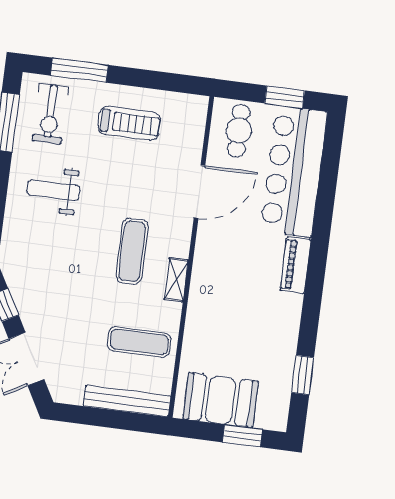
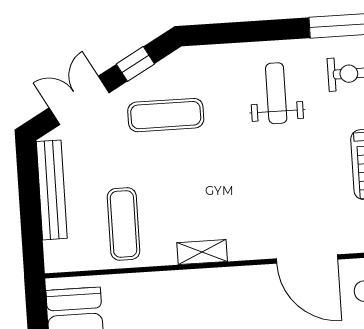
exercise mat: (132, 251) -> (166, 115), moved
bench: (127, 401) -> (52, 190), moved

